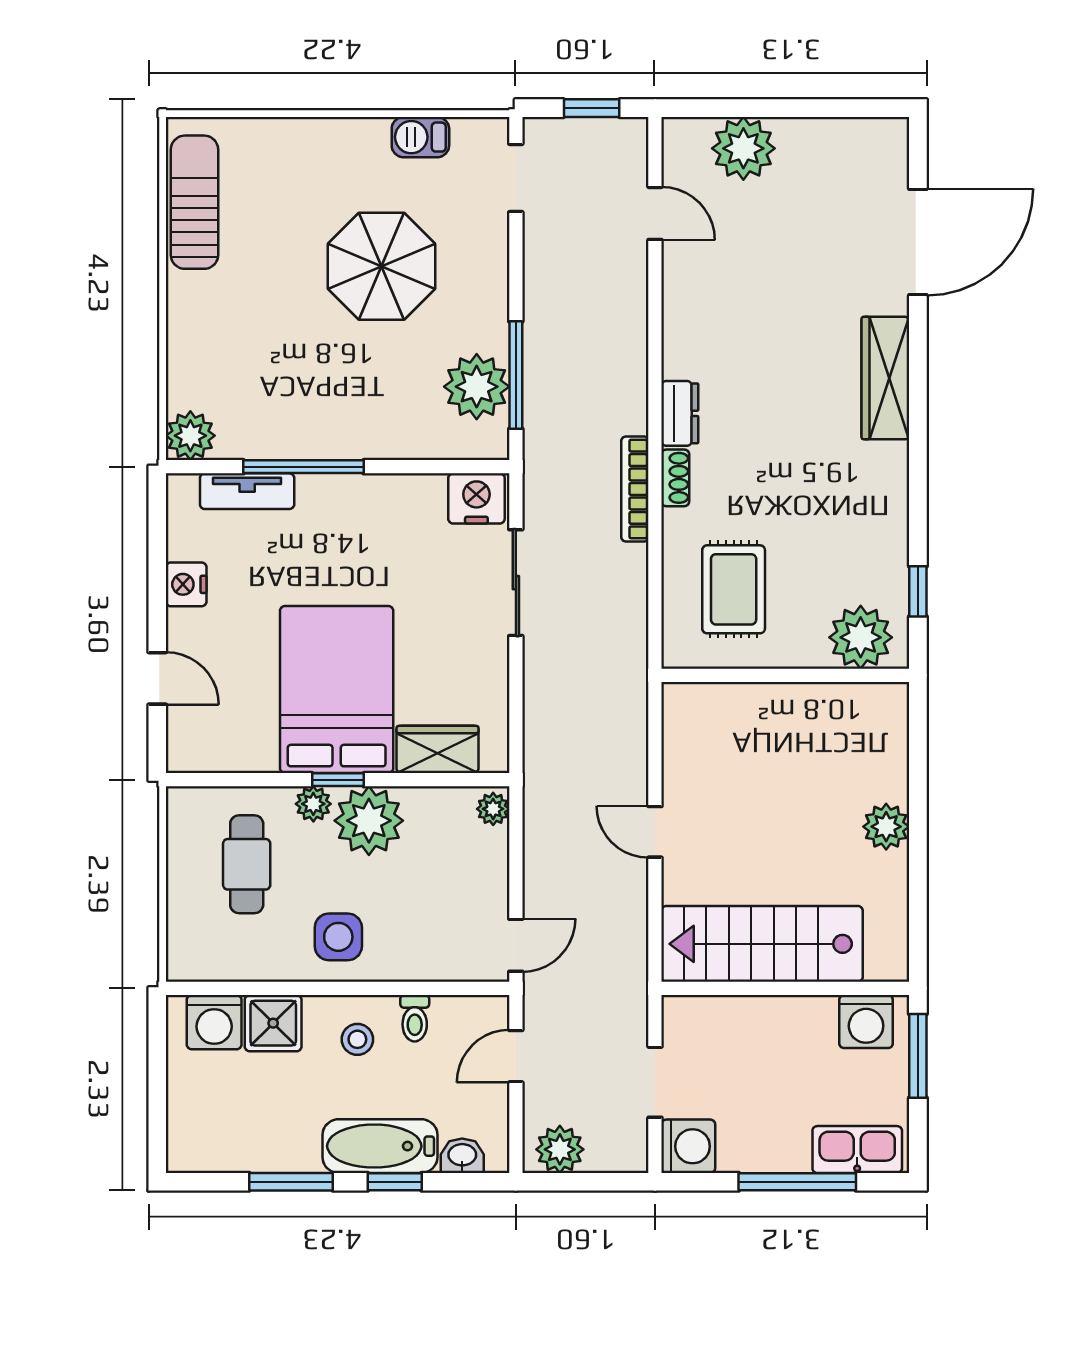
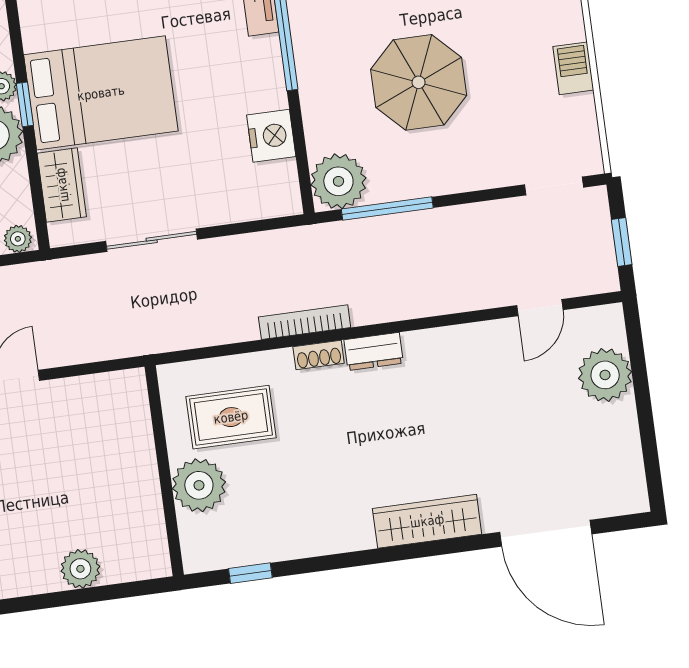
barbecue: (420, 137) -> (573, 68), moved
parasol: (382, 266) -> (419, 82), moved
plant: (477, 387) -> (338, 181), moved
nightstand: (476, 498) -> (271, 136), moved
sliding door: (516, 583) -> (152, 240), moved
plant: (861, 637) -> (199, 485), moved
plant: (886, 827) -> (80, 569), moved

